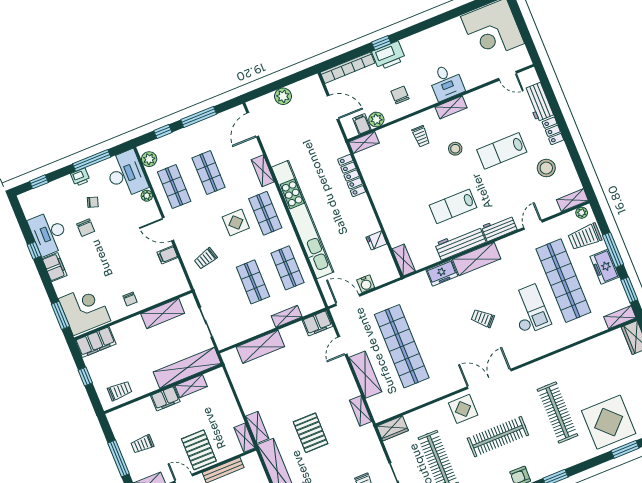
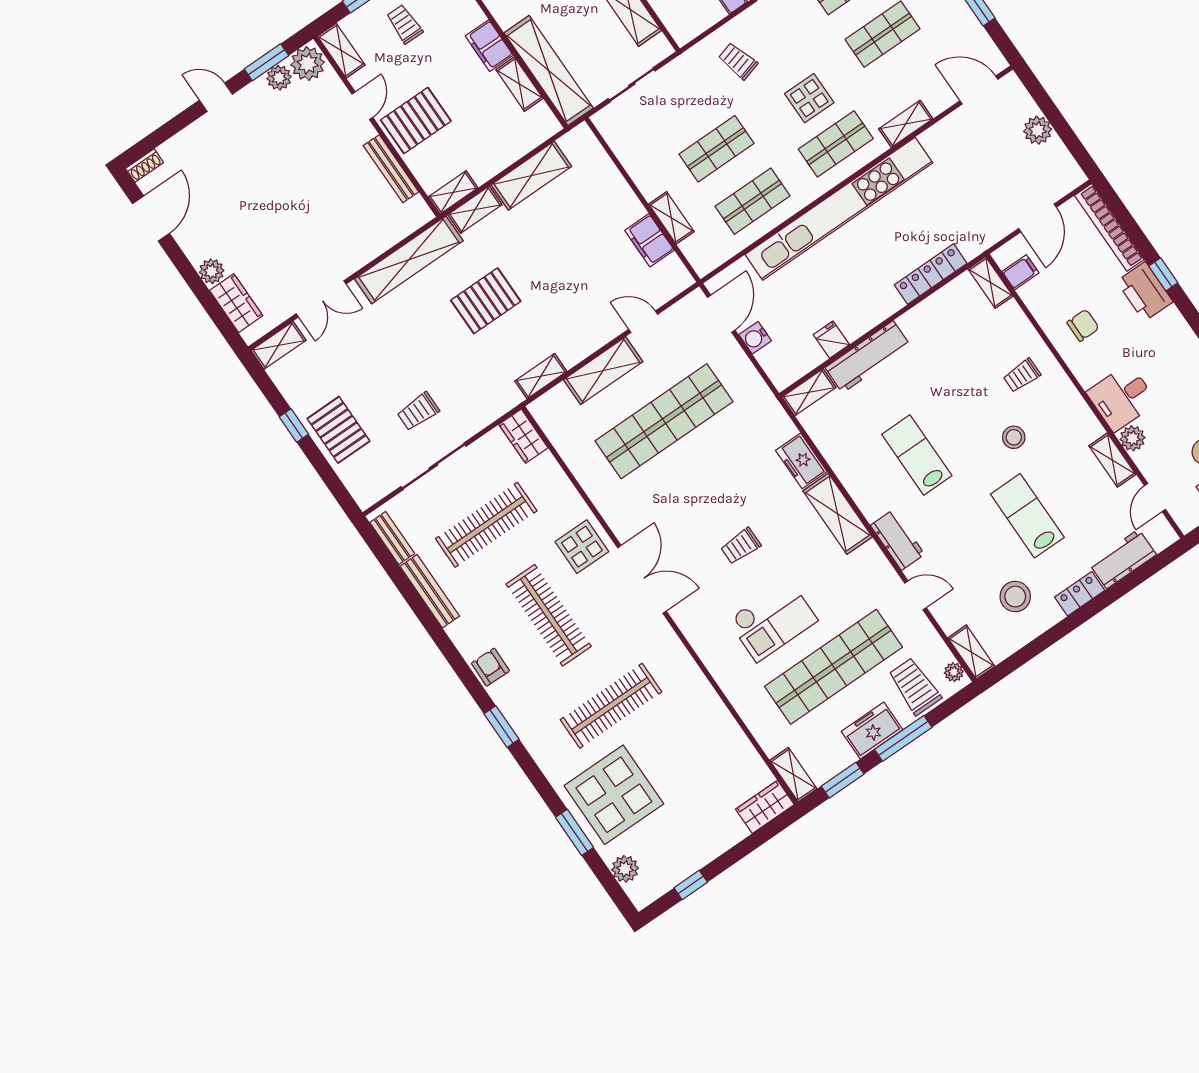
shelving: (451, 107) -> (1112, 460), moved
plant: (376, 119) -> (1132, 438), moved
workbench: (460, 243) -> (868, 357), moved, turned 90
trolley: (483, 318) -> (741, 546), turned -133
filing cabinet: (318, 323) -> (650, 240), moved
shelving: (260, 347) -> (531, 176), moved, turned 90

